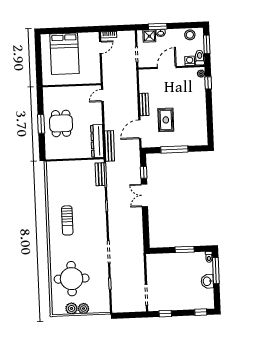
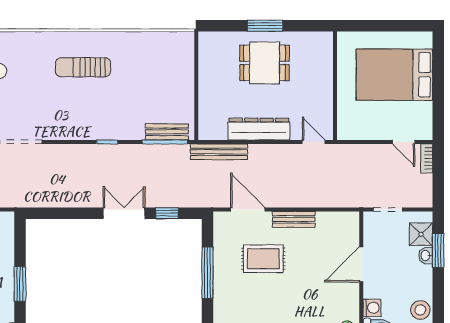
door: (167, 67) -> (361, 264), swing flipped
dresser: (97, 141) -> (259, 129), moved

